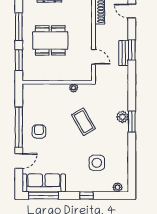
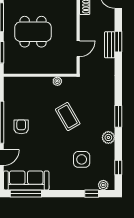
door: (93, 57) -> (78, 49), hinge flipped
plant: (122, 117) -> (108, 137), moved
window: (132, 170) -> (118, 167), added
window: (86, 195) -> (92, 194), moved

